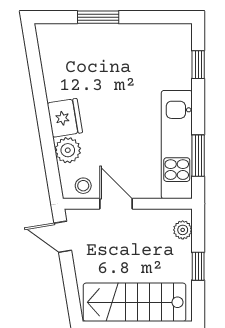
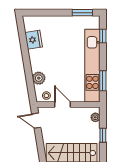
window: (98, 17) -> (82, 13), moved
fridge: (65, 118) -> (34, 40), moved
kitchen unit: (177, 145) -> (92, 66), width x1.36

